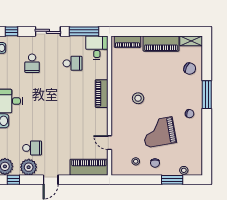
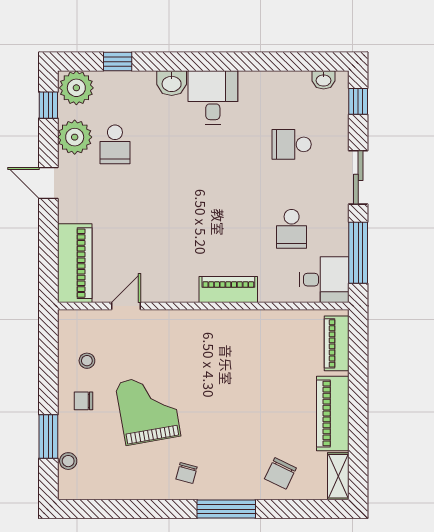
stool: (138, 98) -> (219, 366), removed

